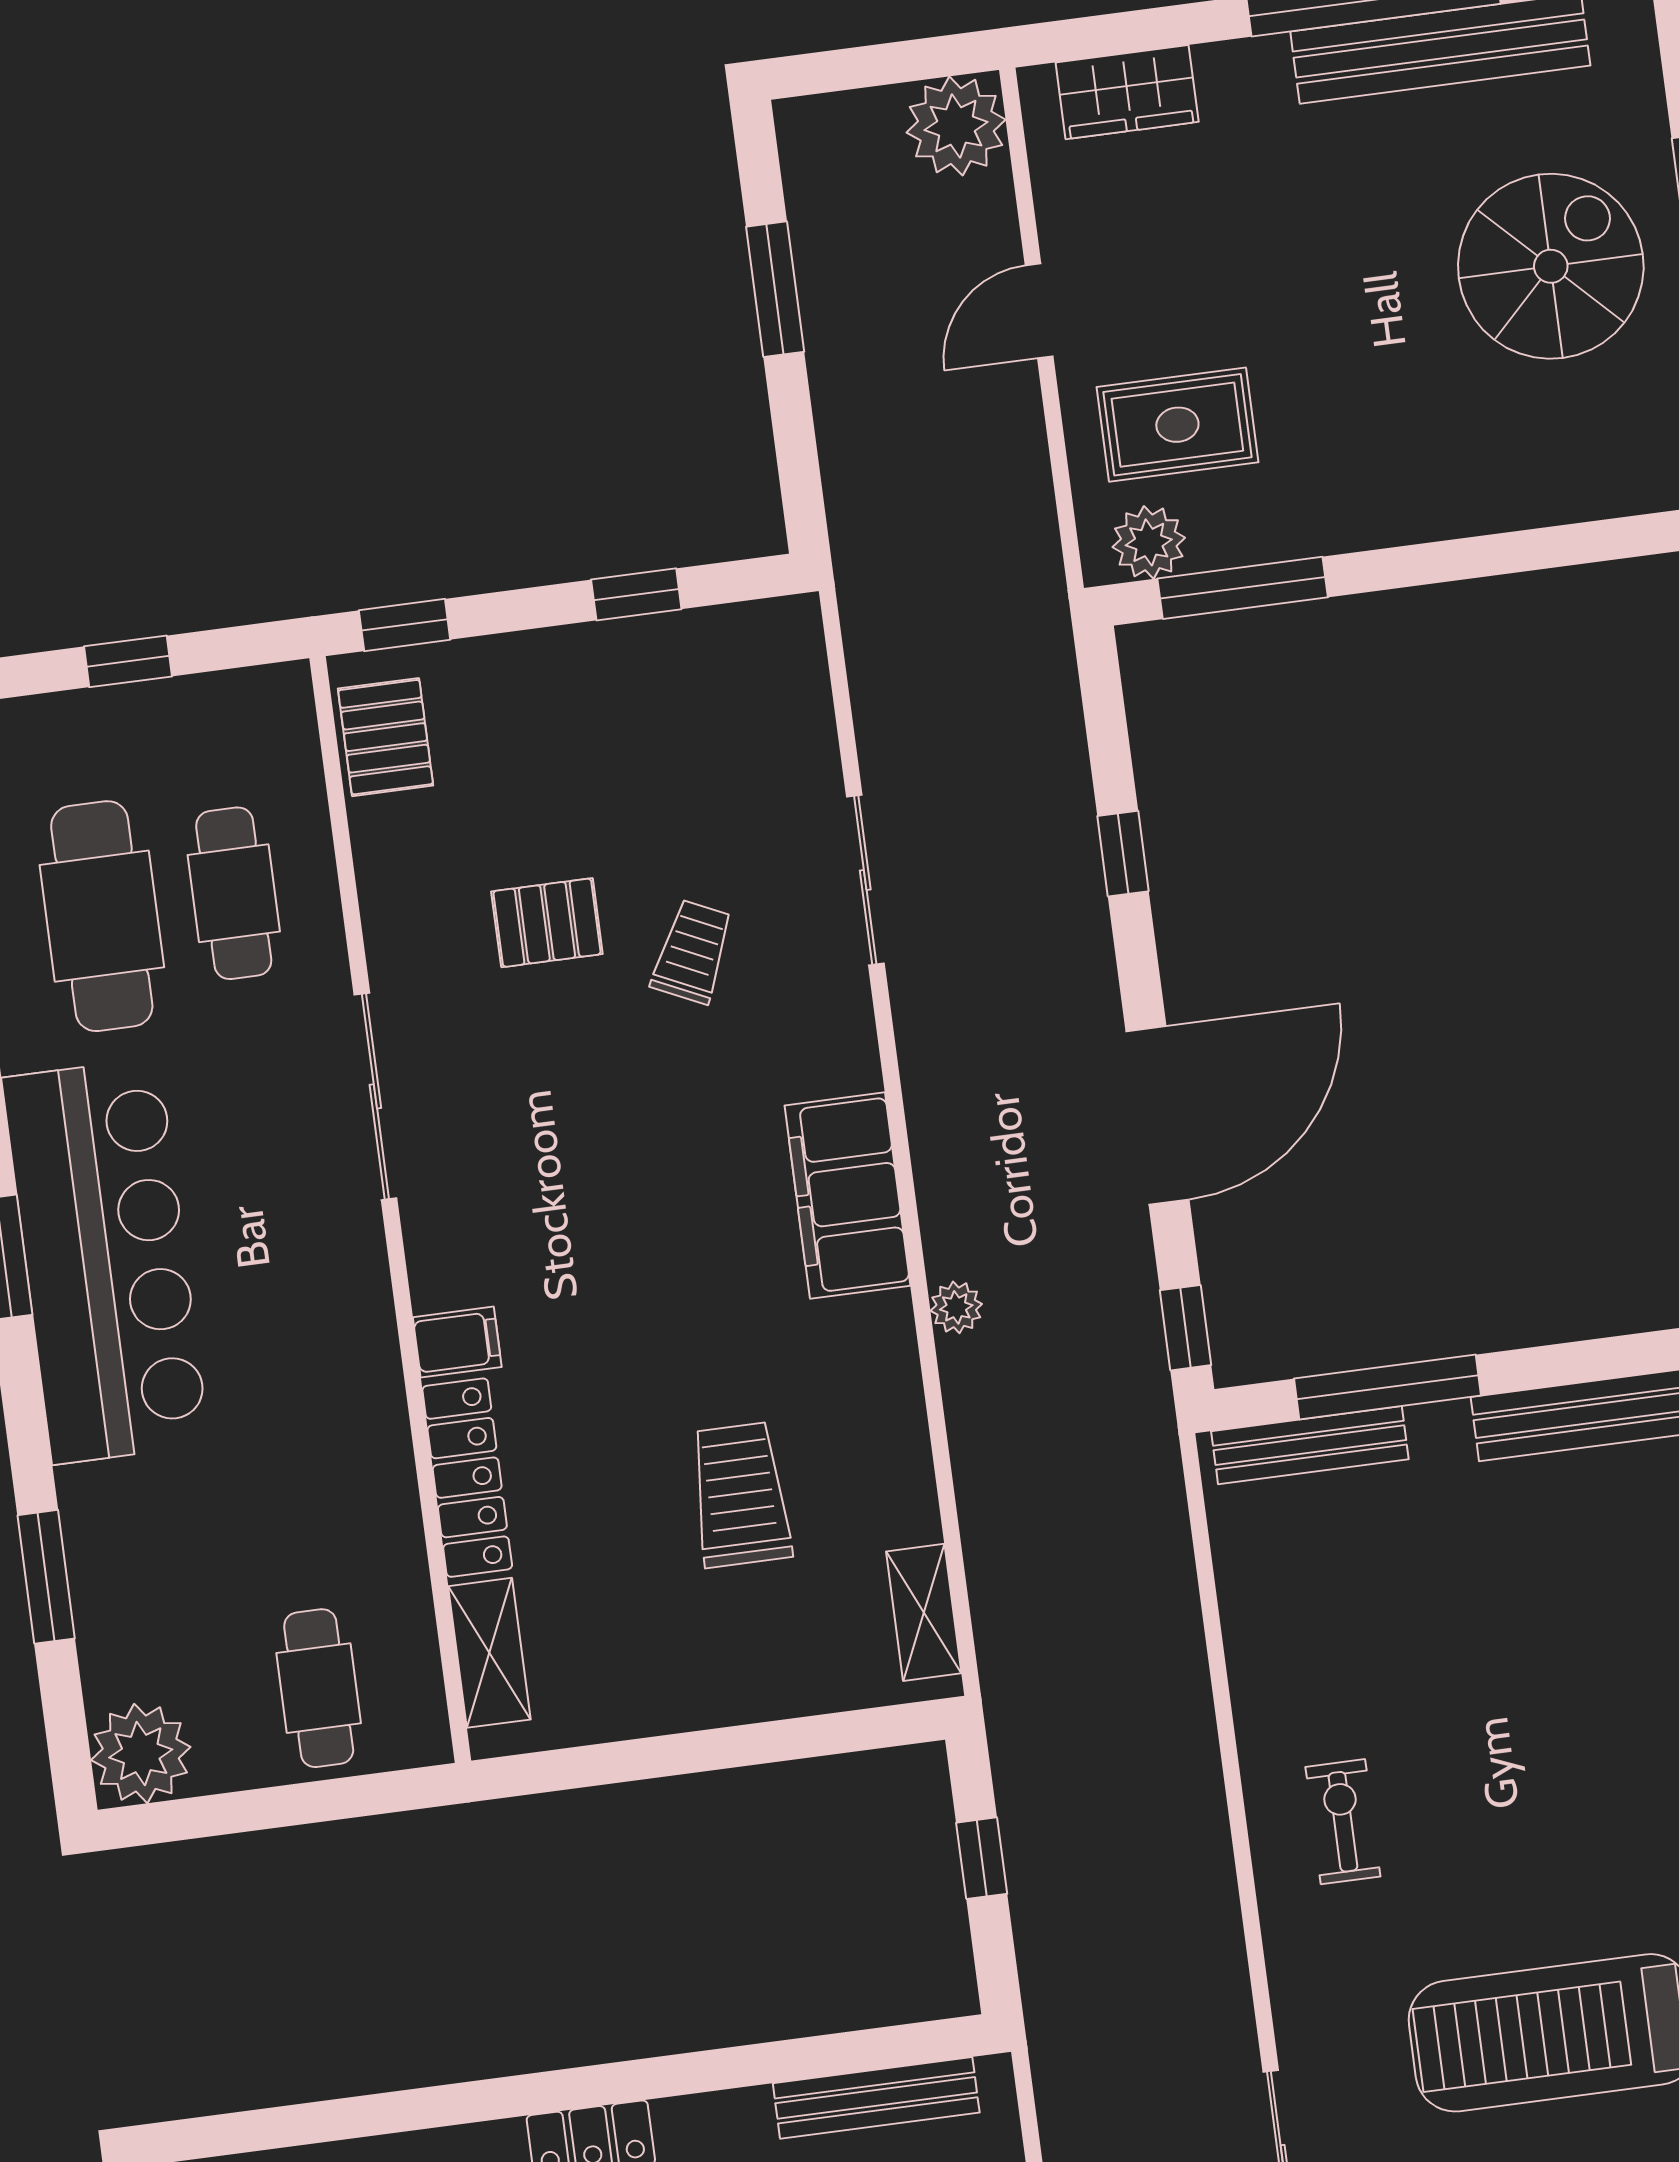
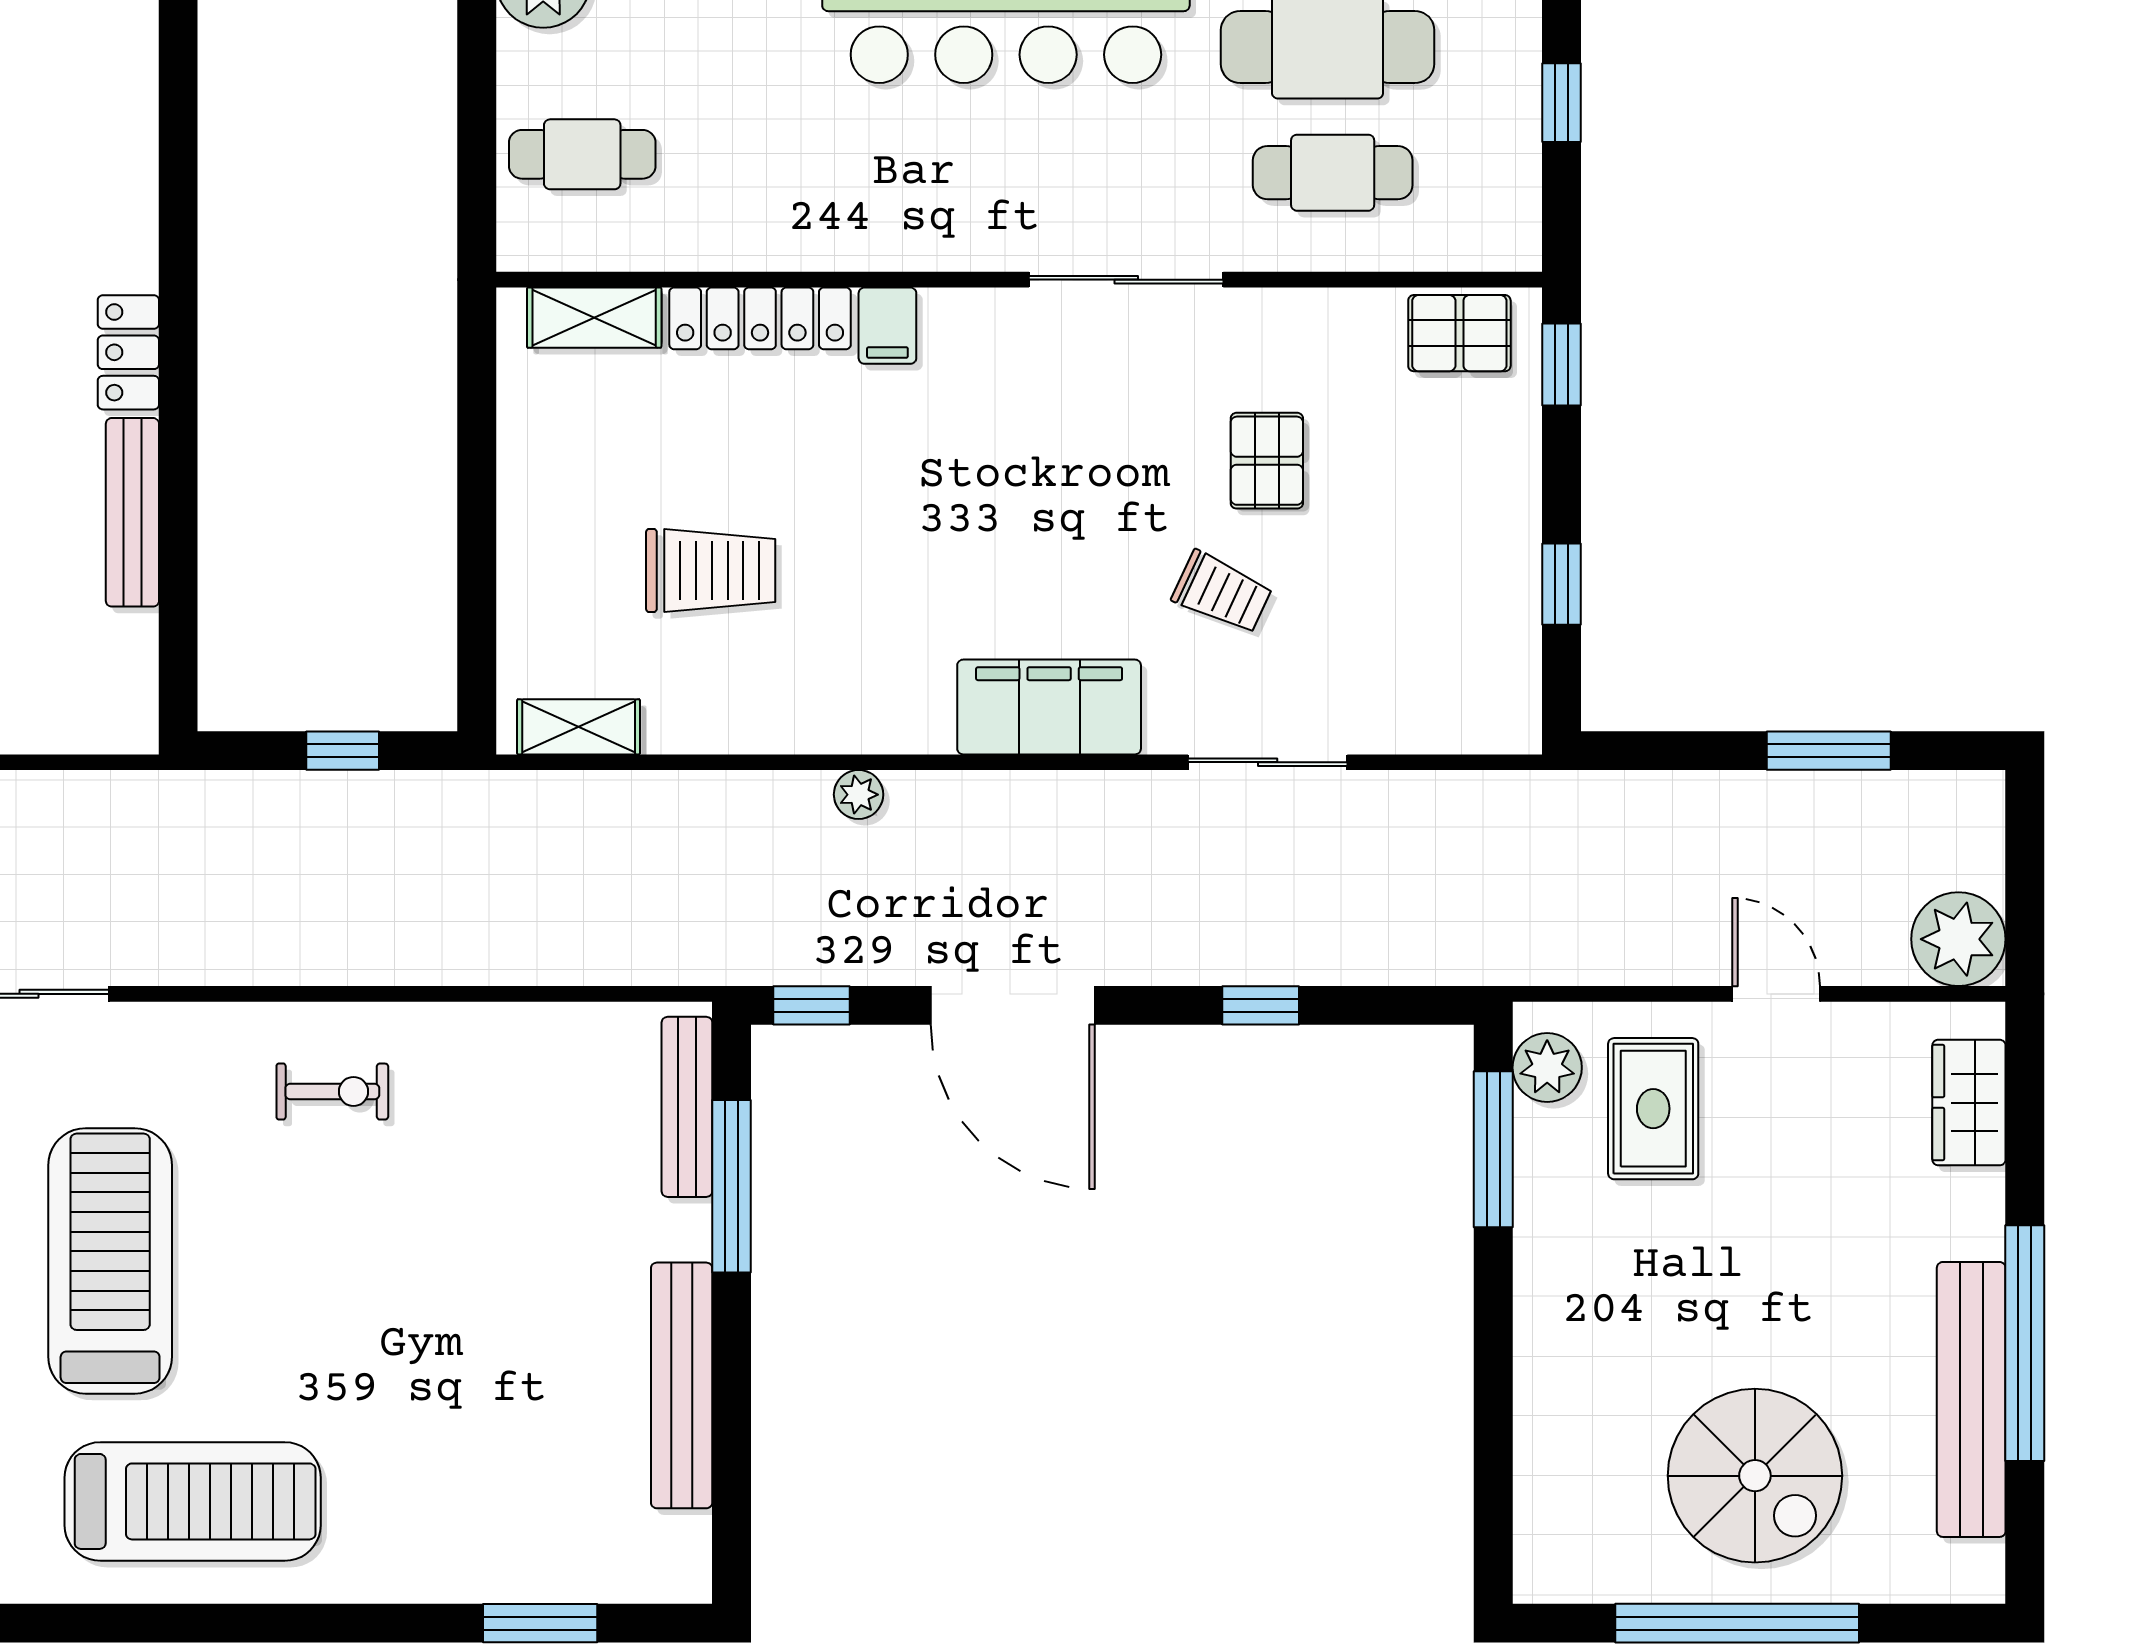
filing cabinet: (847, 1196) -> (1049, 707), moved
bench: (876, 2098) -> (132, 512), moved

